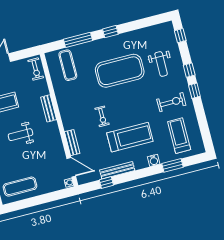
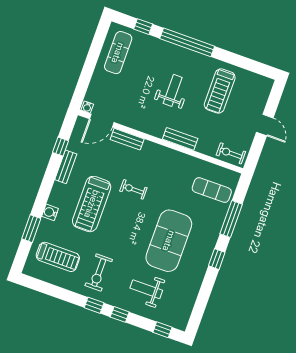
bench: (117, 170) -> (66, 167), width x0.73

